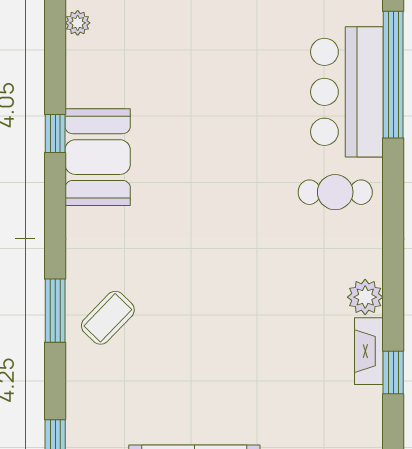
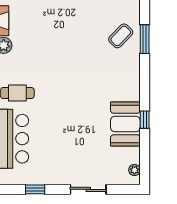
booth: (98, 157) -> (125, 124), moved

